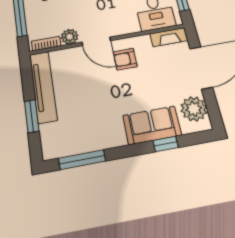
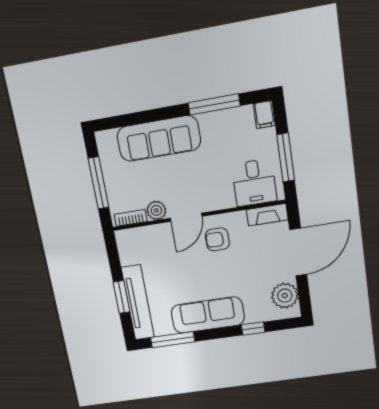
door: (96, 41) -> (186, 217), hinge flipped
tv unit: (43, 87) -> (138, 303), moved
sofa: (152, 125) -> (208, 315), moved, width x1.36

